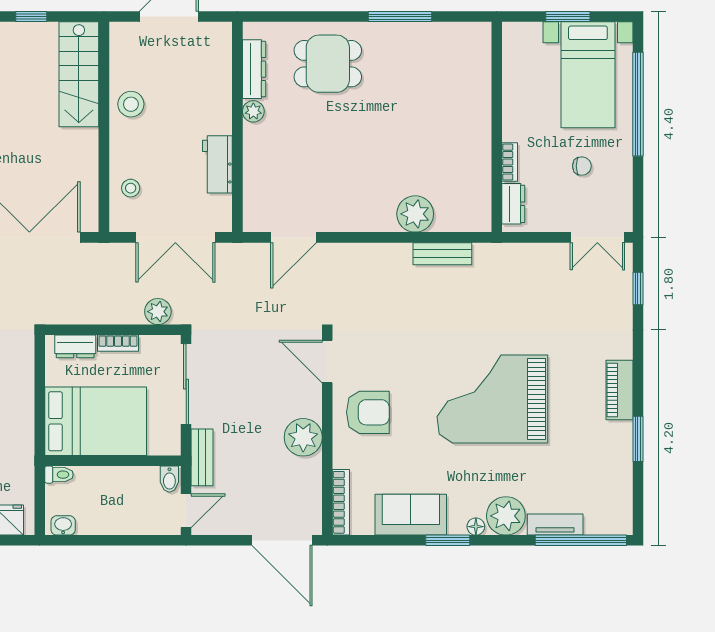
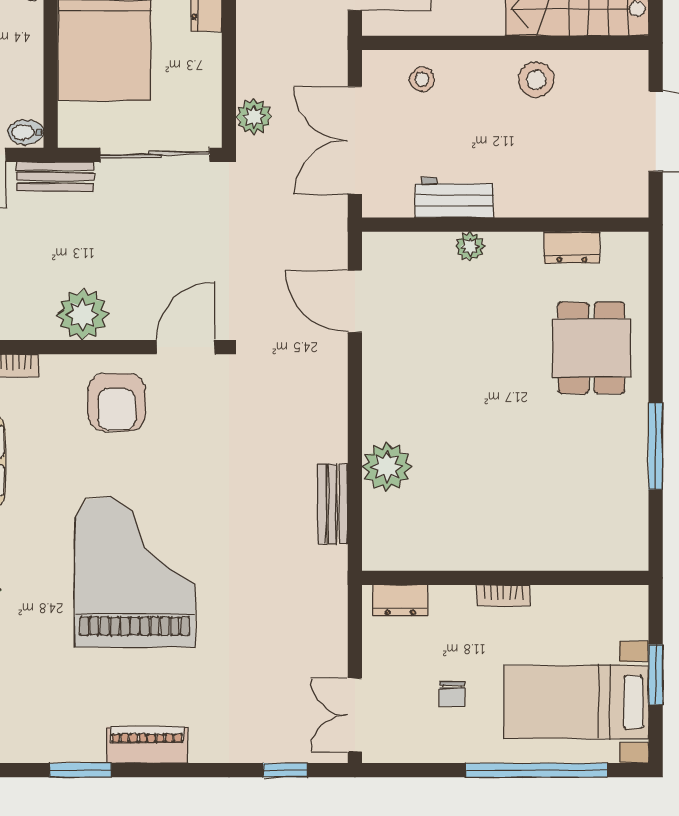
dresser: (254, 69) -> (572, 247), width x0.70
plant: (253, 111) -> (470, 246), moved
bookcase: (510, 162) -> (503, 595), moved
bookcase: (118, 343) -> (211, 62), removed

